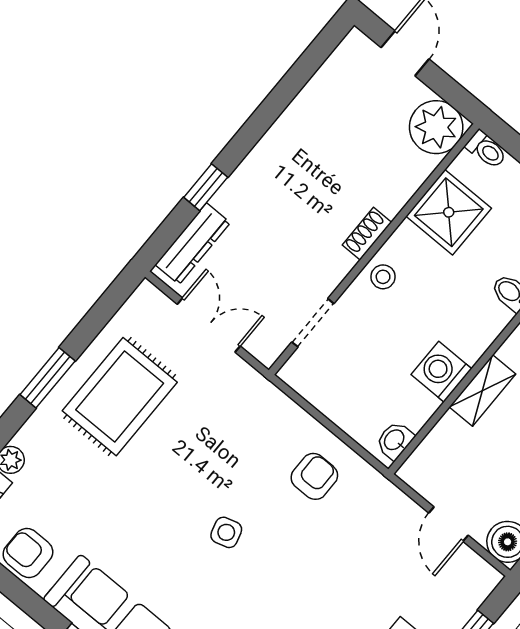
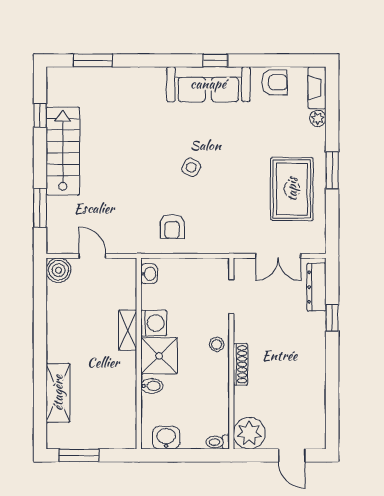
shower: (449, 212) -> (159, 356), moved
shoe rack: (367, 234) -> (240, 364), width x1.43
side table: (226, 532) -> (191, 167), turned 45

